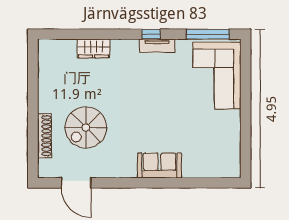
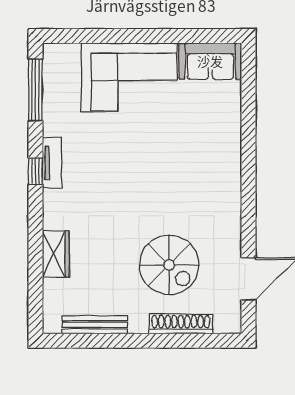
bench: (44, 76) -> (95, 325), added
corner sofa: (217, 76) -> (129, 77), moved
sofa: (159, 165) -> (210, 61), moved, turned -90

